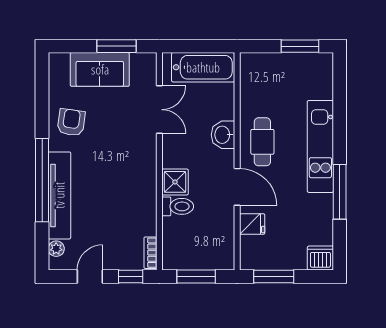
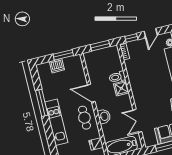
fridge: (252, 224) -> (96, 144), moved
dishwasher: (320, 258) -> (57, 66), moved

